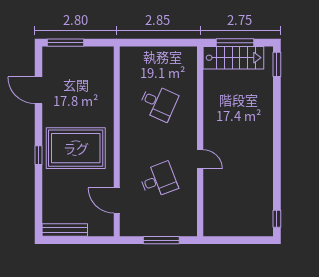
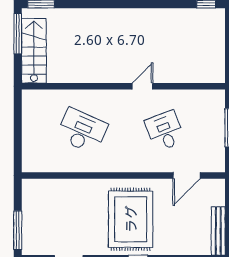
window: (235, 43) -> (18, 34), moved
desk: (158, 103) -> (82, 131), width x1.37

